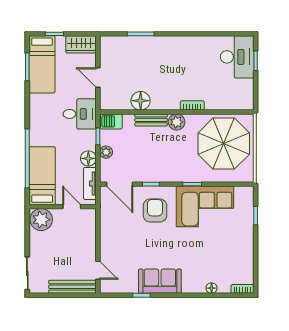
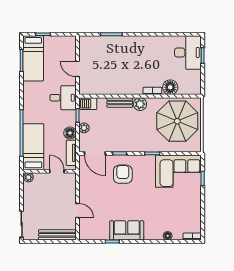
wardrobe: (81, 44) -> (64, 43), removed
floor lamp: (141, 101) -> (170, 87), moved
corner sofa: (205, 206) -> (178, 171), moved
plant: (41, 220) -> (29, 177), width x0.53, depth x0.53
door: (98, 270) -> (78, 211), moved

